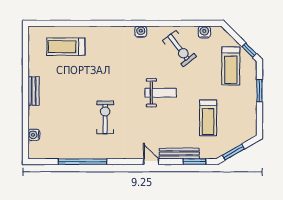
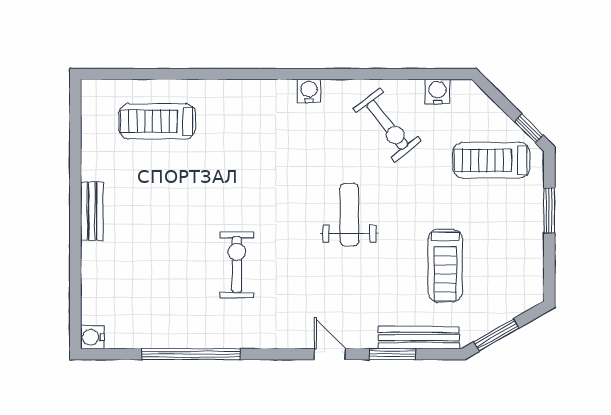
treadmill: (231, 66) -> (491, 160), turned 90
weight bench: (161, 93) -> (349, 215), turned -90
water cooler: (34, 135) -> (92, 337), moved
bench: (179, 153) -> (419, 338), moved
window: (194, 162) -> (392, 354), moved

